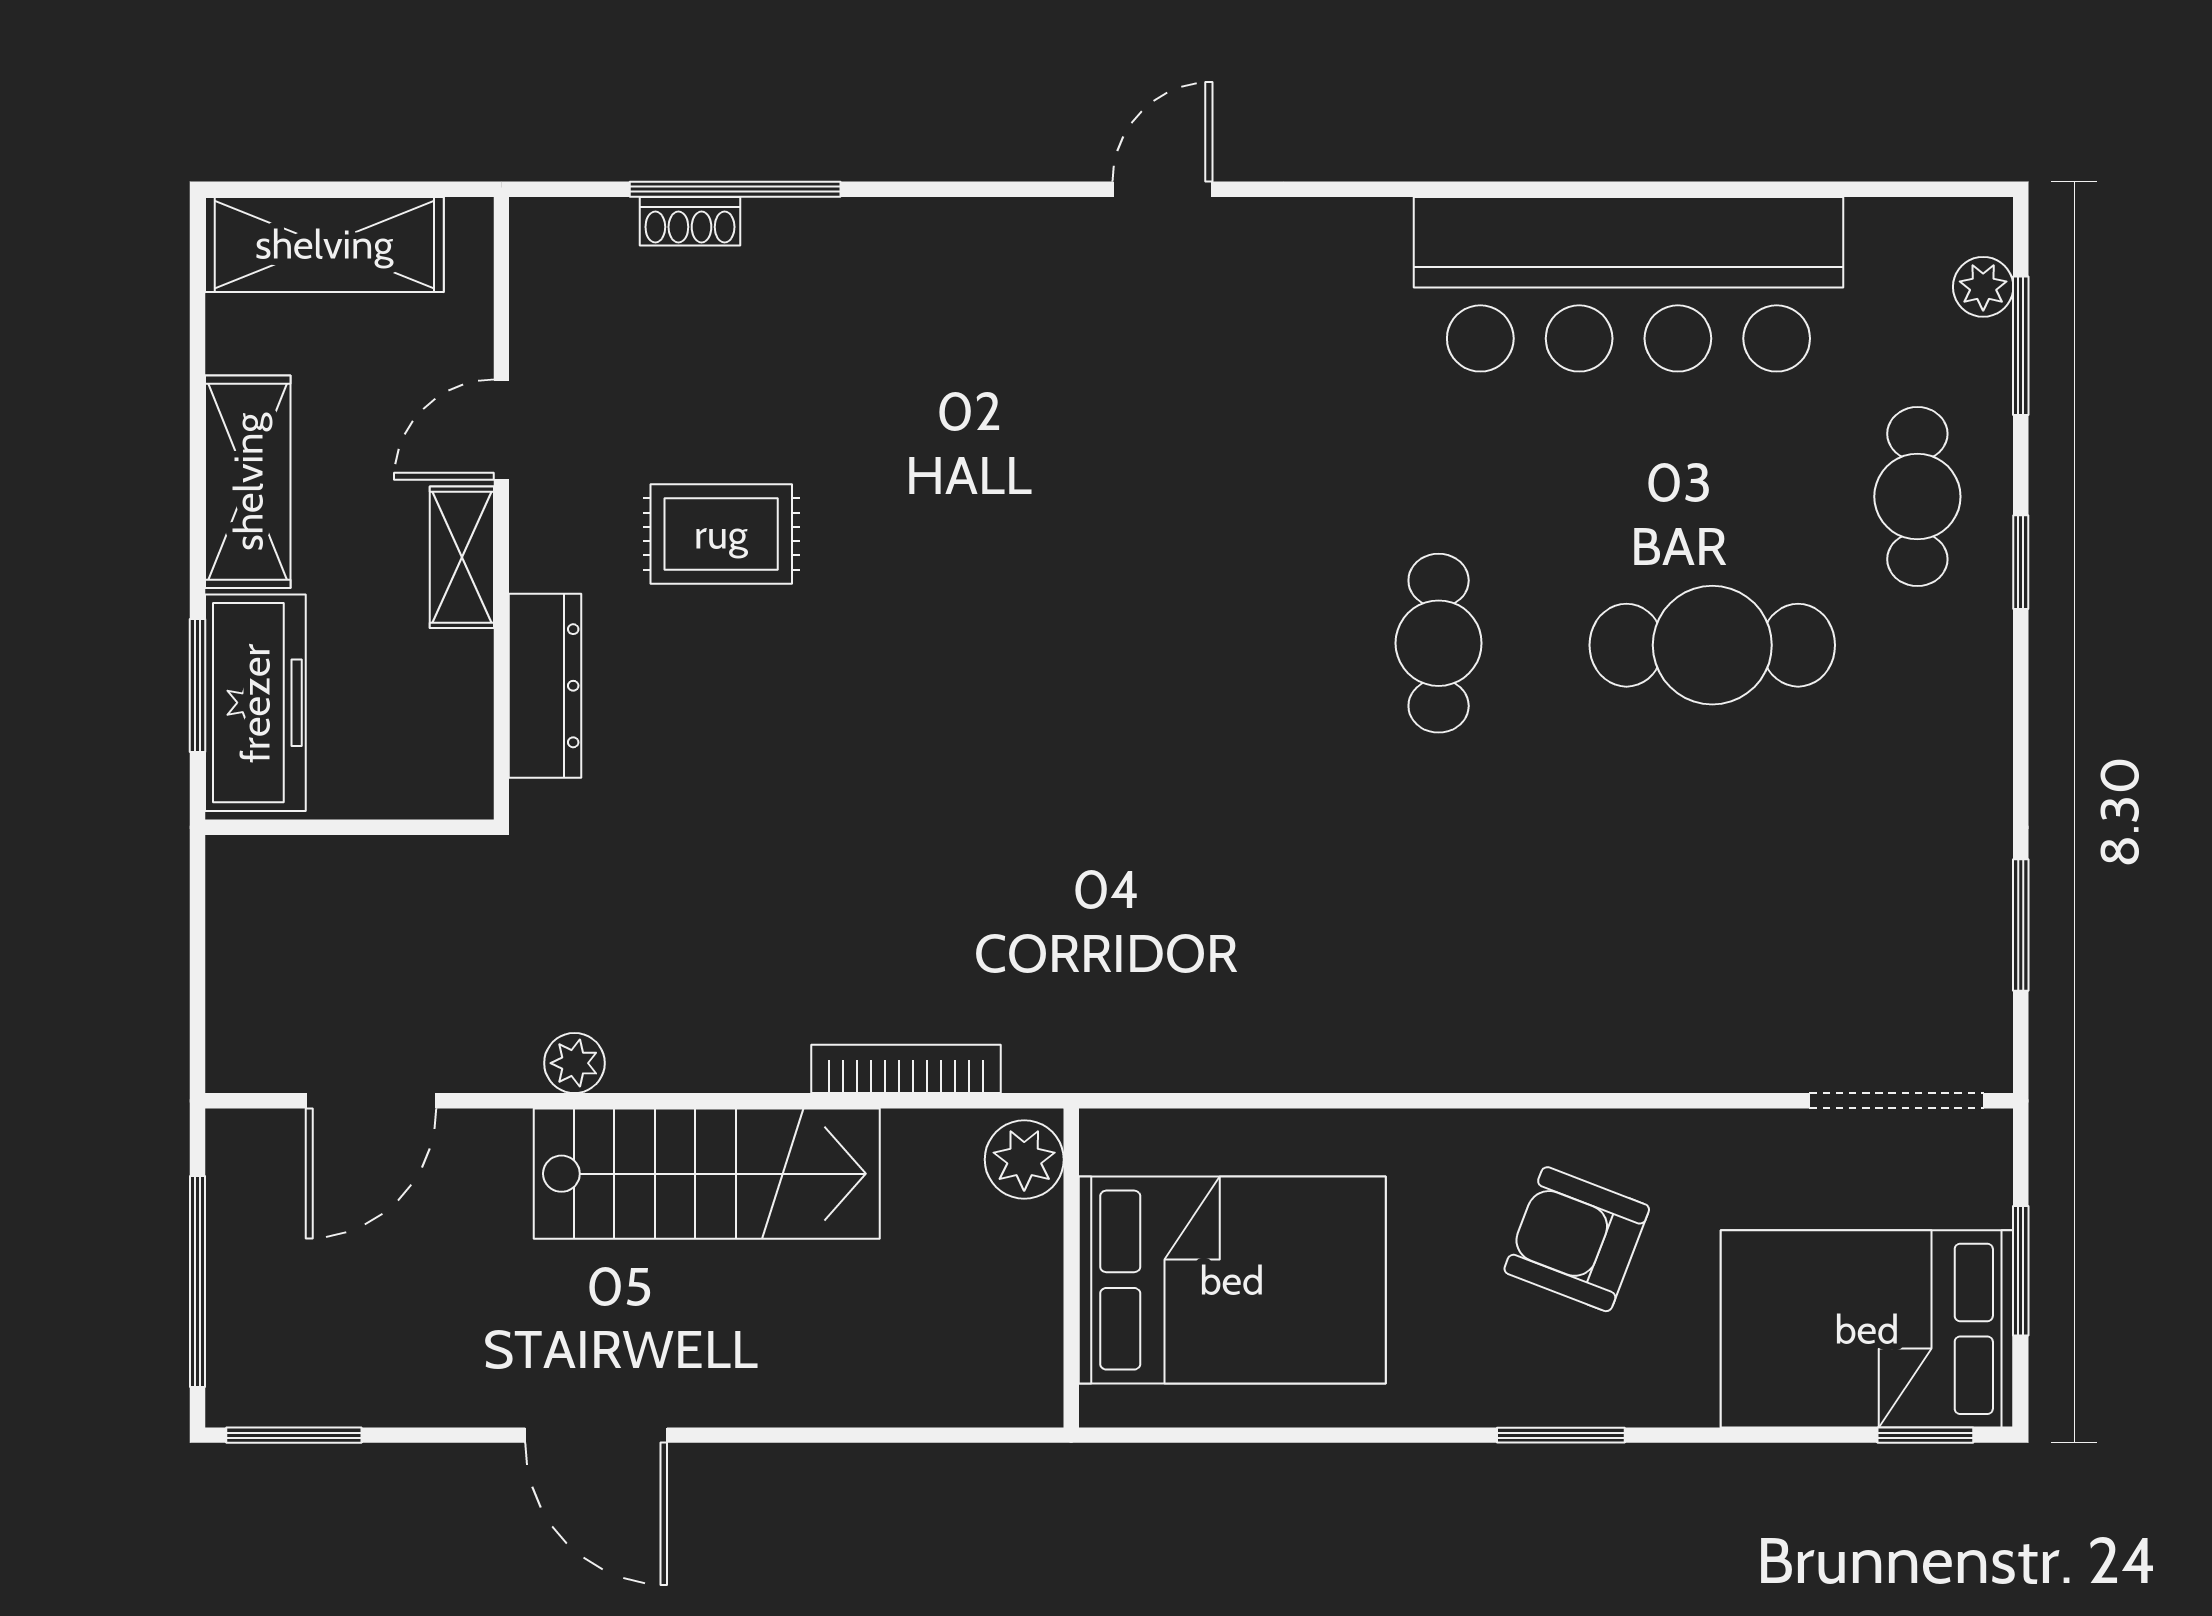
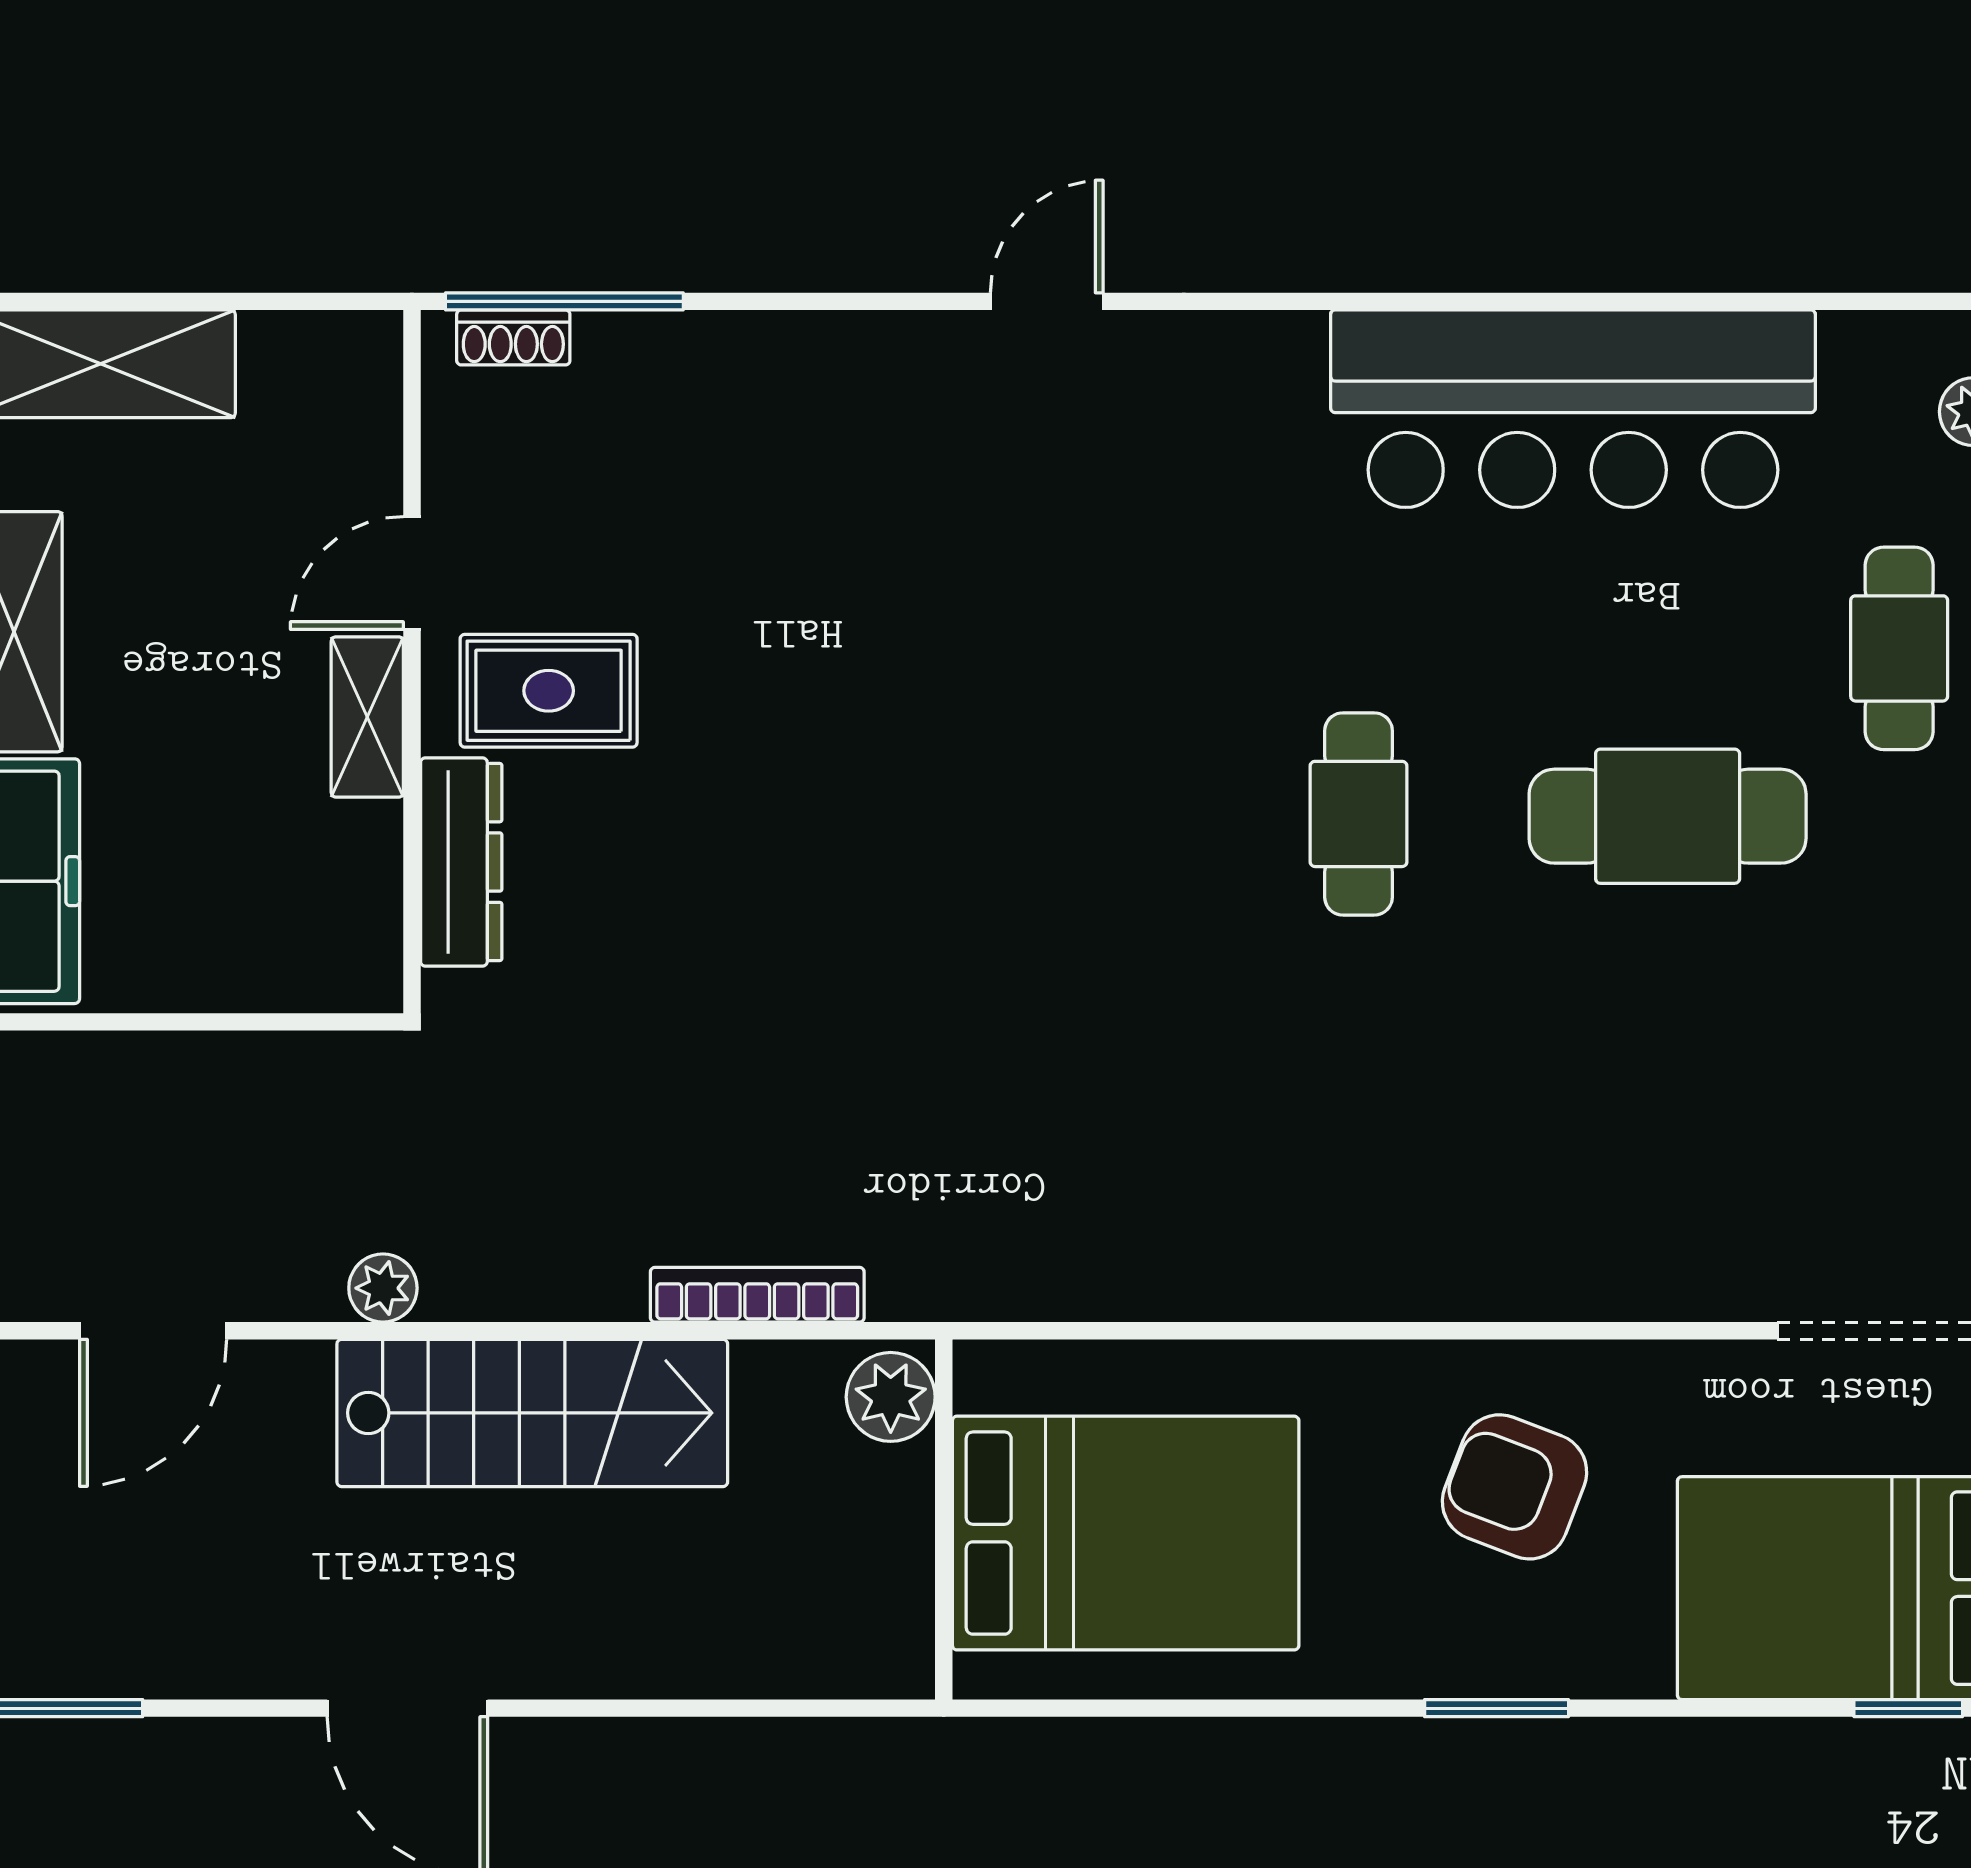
door: (501, 430) -> (412, 573), moved
wall: (501, 508) -> (412, 662), moved
shelving: (462, 557) -> (367, 717), moved
dresser: (545, 686) -> (461, 862), moved

